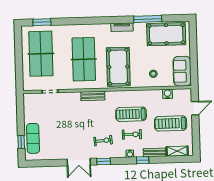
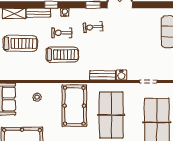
water cooler: (168, 94) -> (121, 75), moved

